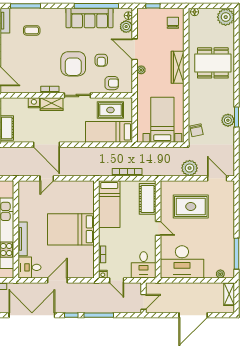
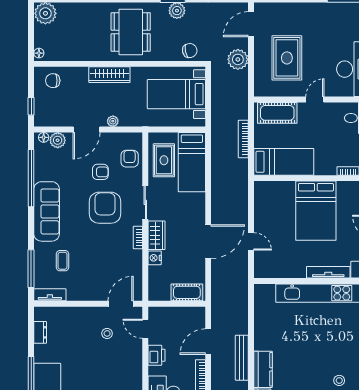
sofa: (90, 18) -> (47, 211), moved
dining table: (213, 63) -> (131, 32), moved
armchair: (73, 64) -> (105, 208), turned -90

